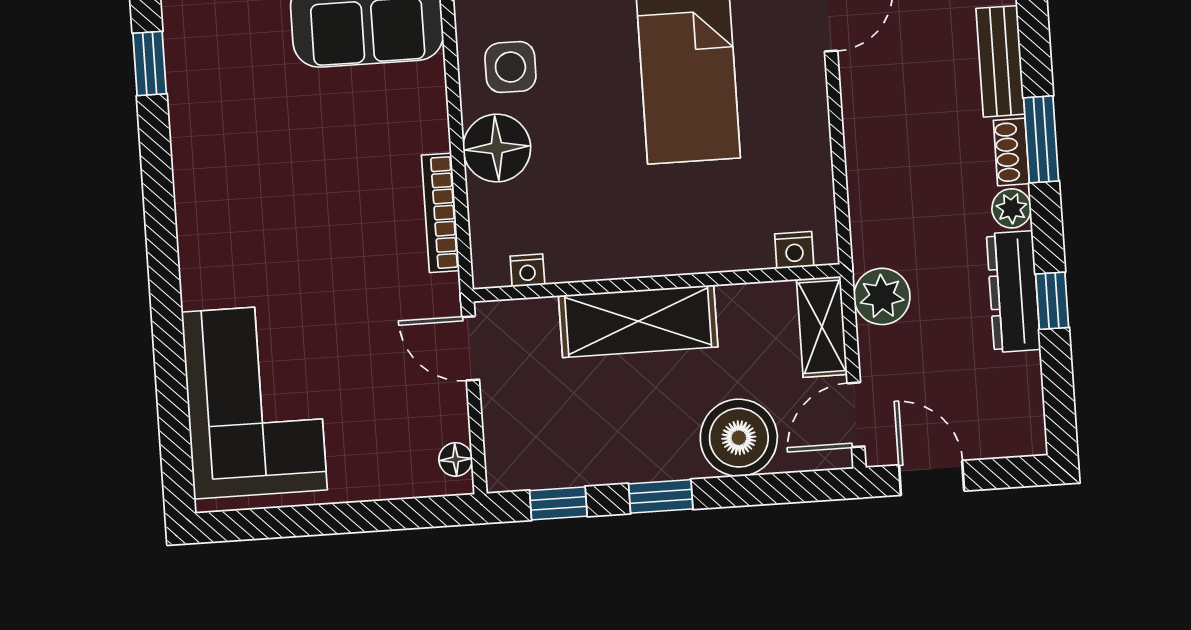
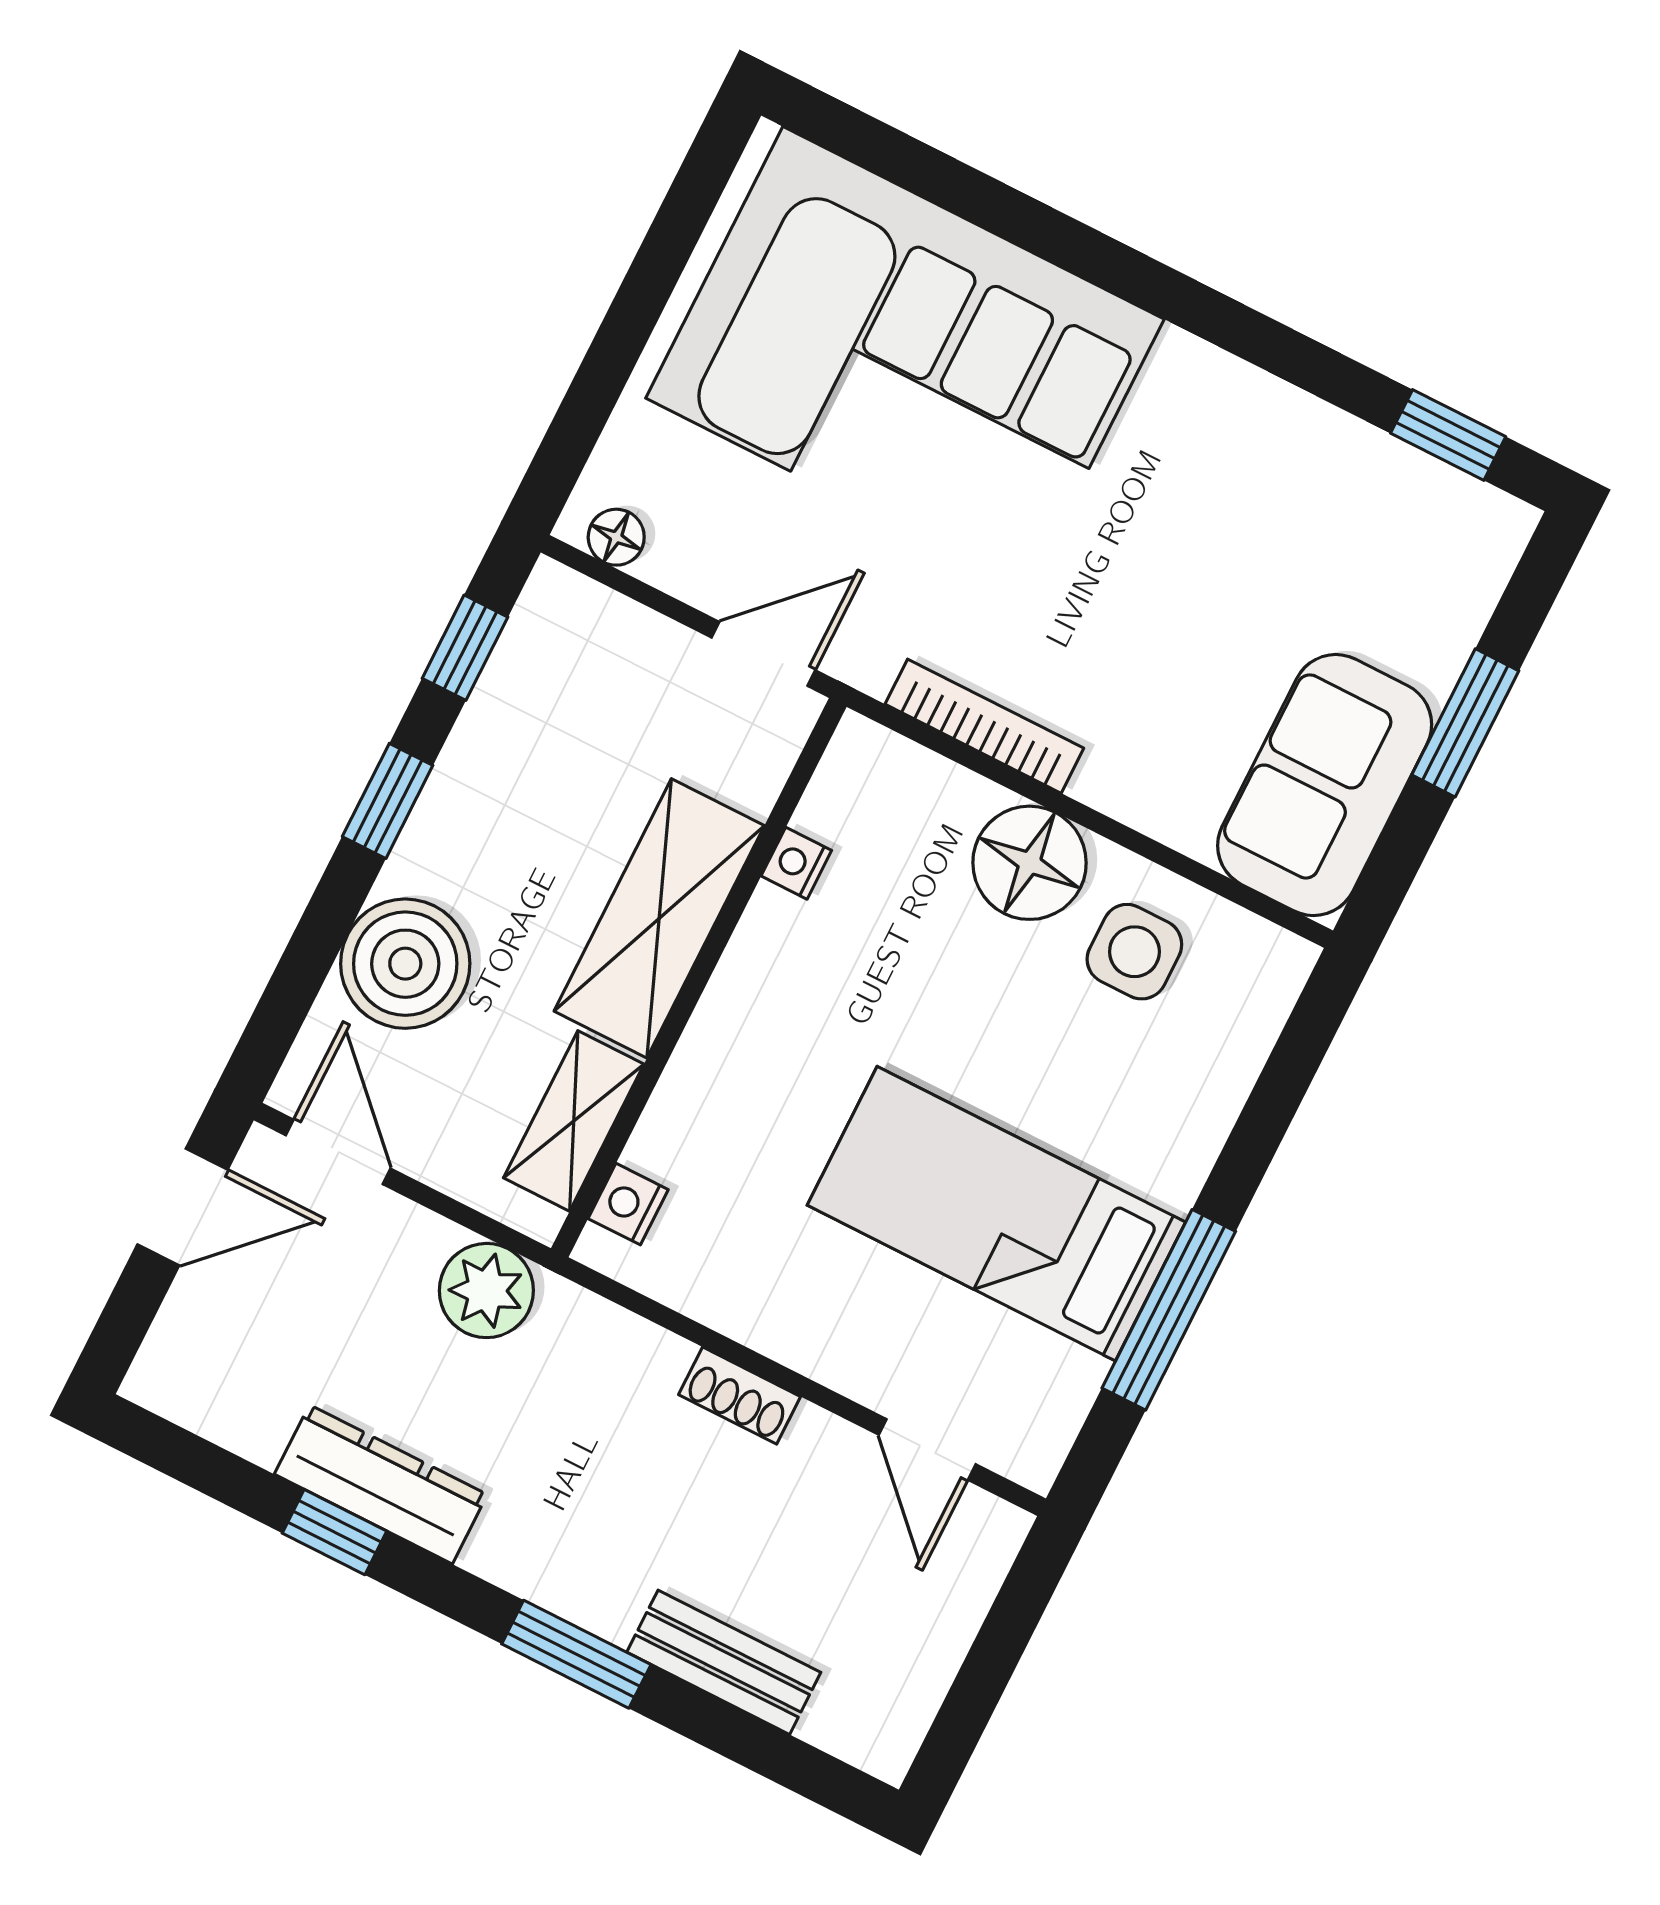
shoe rack: (1011, 152) -> (740, 1396), moved, turned 180
plant: (1012, 208) -> (502, 1553), removed
nightstand: (527, 270) -> (796, 863), moved
shelving: (822, 327) -> (574, 1121), moved, turned 90
corner sofa: (254, 401) -> (905, 359), width x1.36, depth x1.36

